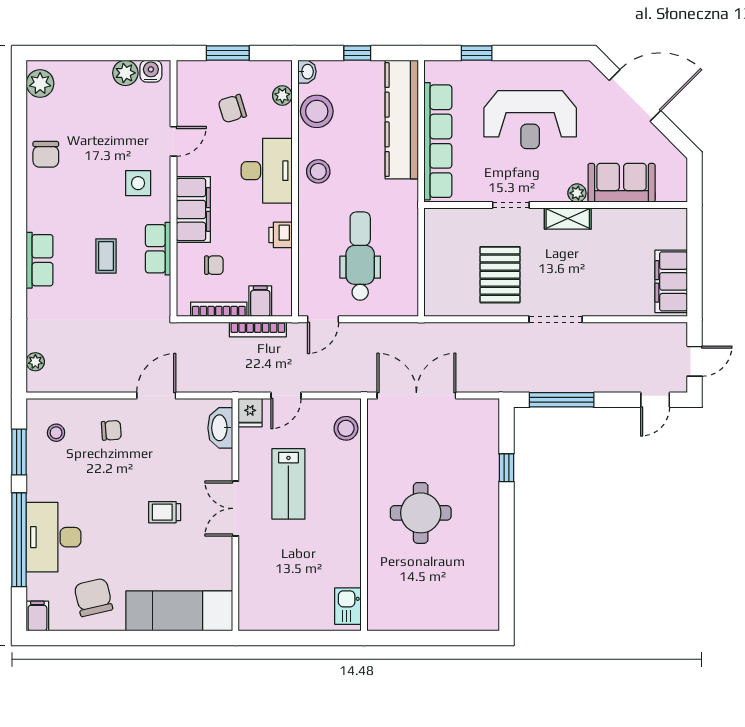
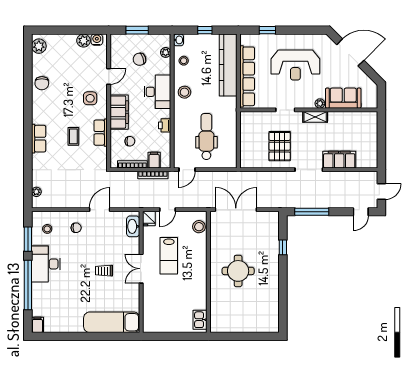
stool: (317, 111) -> (184, 61), width x0.53, depth x0.53
filing cabinet: (671, 281) -> (339, 160), moved, turned 90
desk: (54, 537) -> (46, 264), moved
chair: (93, 597) -> (67, 315), removed

